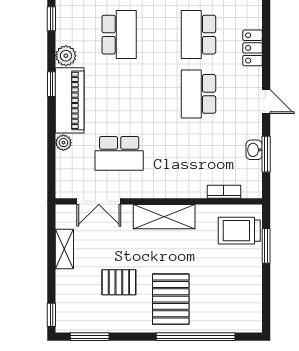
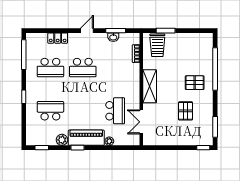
double door: (99, 201) -> (141, 122), swing flipped
shelving: (64, 249) -> (167, 141), removed
pallet: (171, 299) -> (195, 83), width x0.67, depth x0.71

